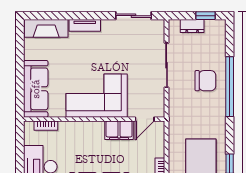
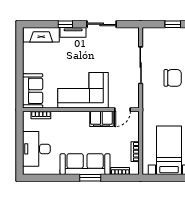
window: (75, 16) -> (65, 24), added
sliding door: (134, 16) -> (102, 24), moved
dresser: (192, 26) -> (162, 33), removed
sofa: (36, 89) -> (33, 91), width x0.73

